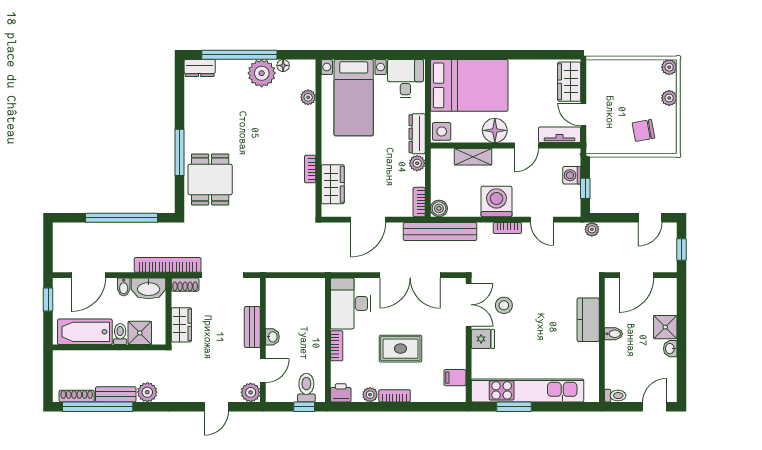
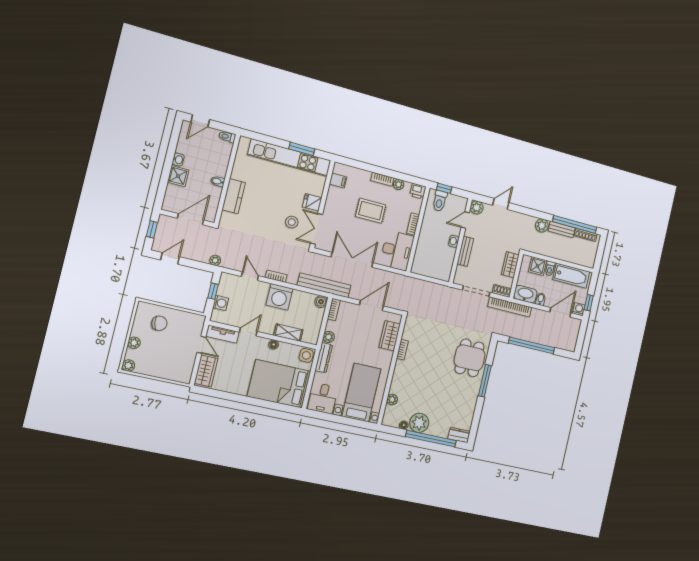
floor lamp: (495, 130) -> (274, 345), width x0.53, depth x0.53
washing machine: (61, 286) -> (579, 309), added

